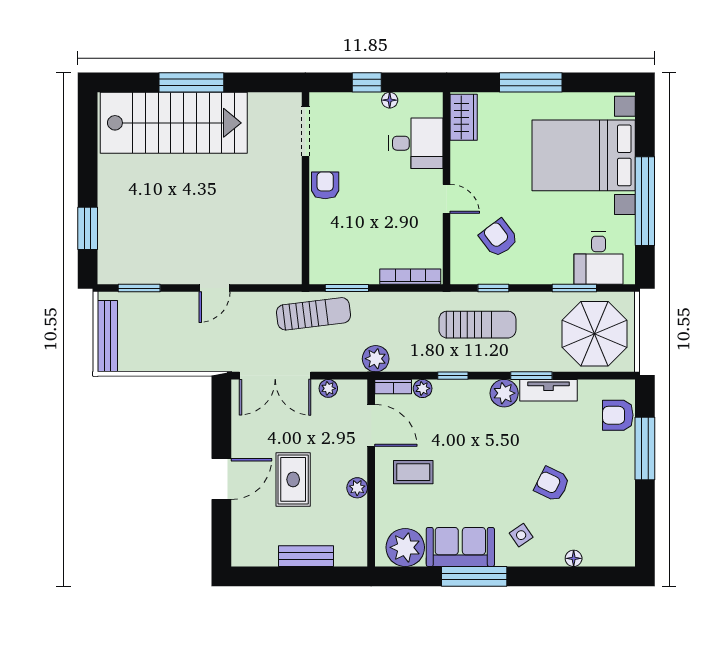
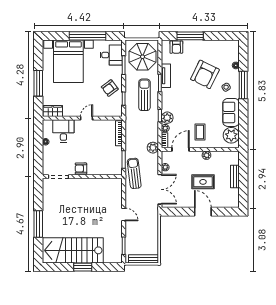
window: (367, 82) -> (38, 151), removed
stairs: (174, 123) -> (73, 250), moved, turned -90
window: (88, 228) -> (83, 267), moved
armchair: (499, 238) -> (110, 88), moved
sun lounger: (477, 325) -> (144, 95), moved
plant: (504, 393) -> (167, 118), moved
armchair: (552, 484) -> (205, 74), width x1.88, depth x1.88
window: (474, 576) -> (243, 85), moved

